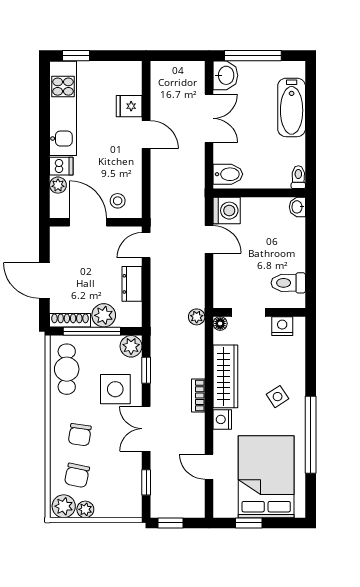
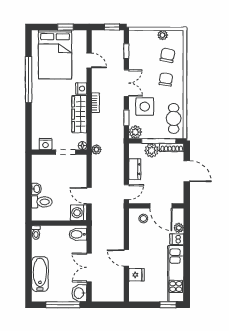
washbasin: (297, 207) -> (36, 189), moved
toilet: (288, 283) -> (42, 202), moved
side table: (278, 397) -> (48, 102), removed
plant: (64, 506) -> (175, 37), removed

